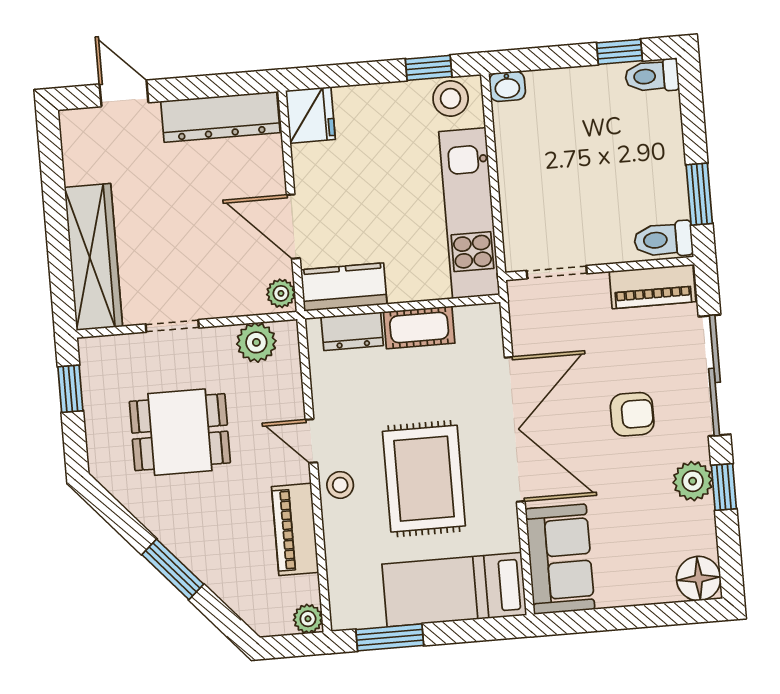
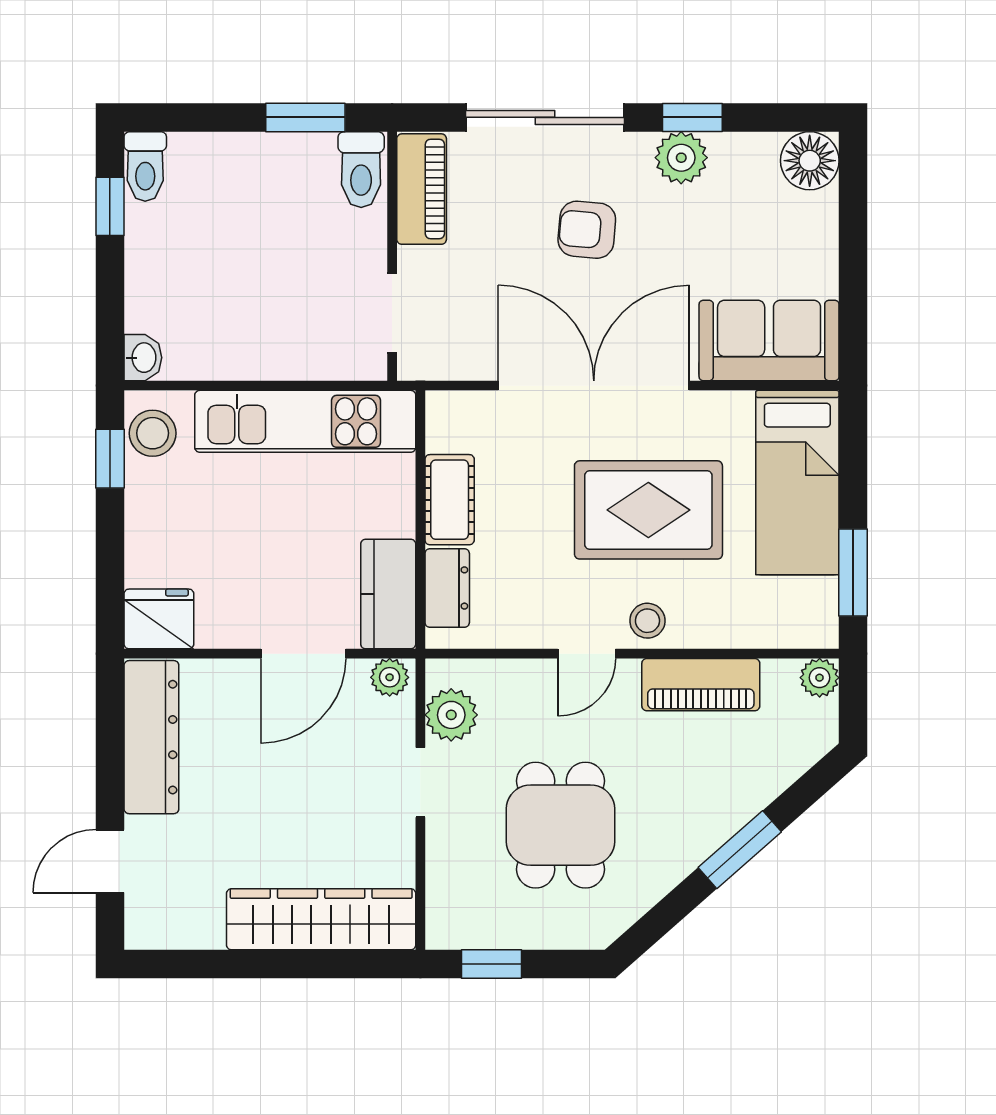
doorway: (172, 326) -> (420, 782), moved
armchair: (632, 414) -> (587, 230), turned -85

